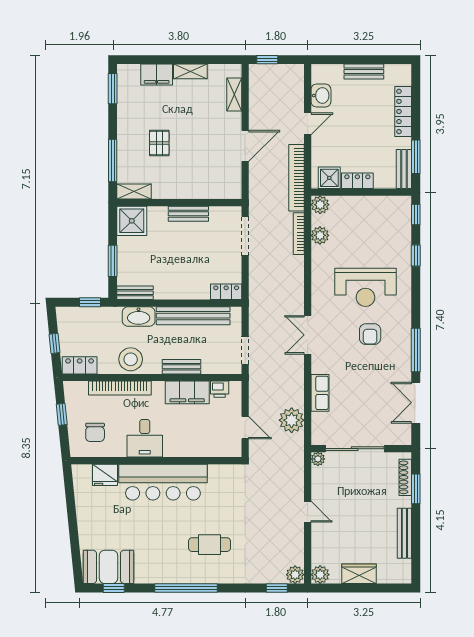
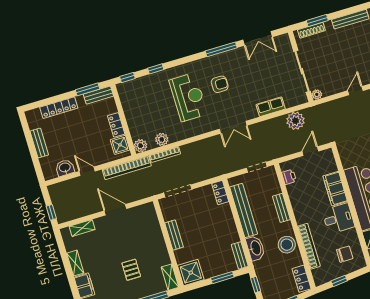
pallet: (159, 143) -> (131, 270), turned 90
filing cabinet: (187, 392) -> (335, 189), moved, turned 180

